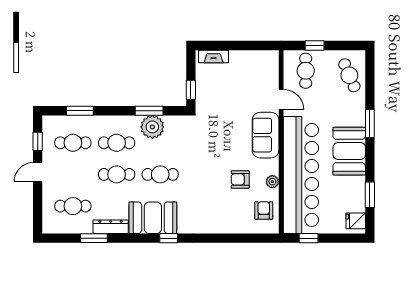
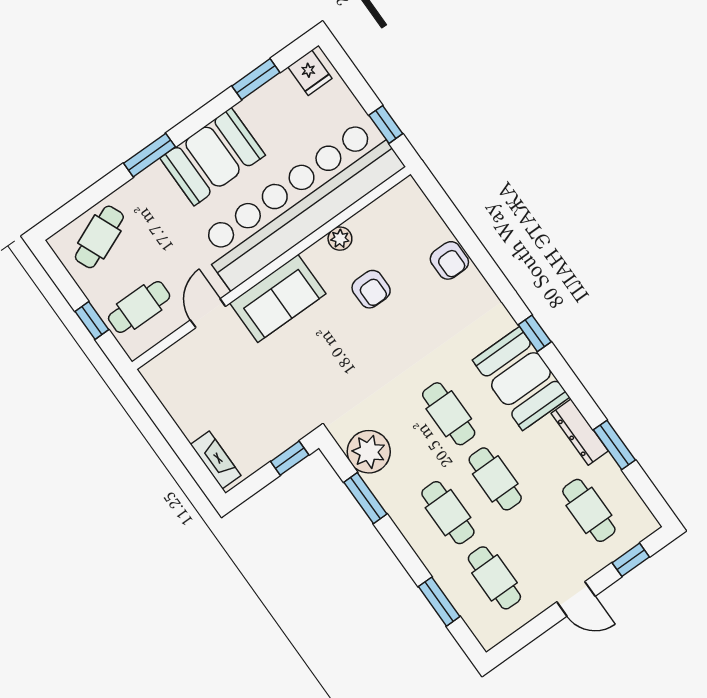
plant: (152, 127) -> (369, 452), moved
window: (38, 141) -> (631, 560), moved
armchair: (264, 210) -> (449, 260), moved, turned -90

